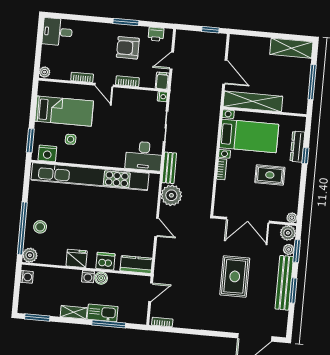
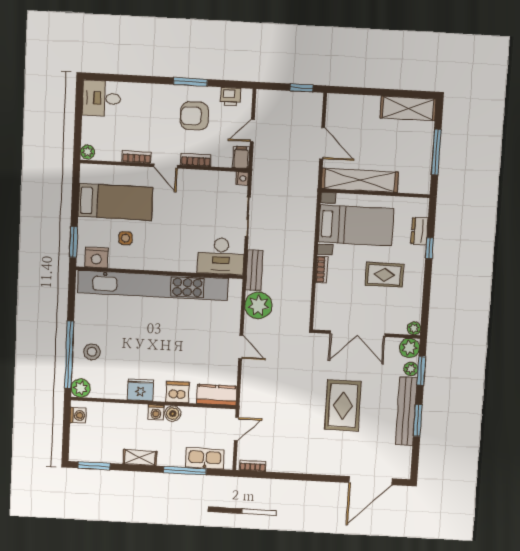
dresser: (297, 147) -> (419, 231), width x0.70
kitchen sink: (103, 313) -> (205, 459), moved

